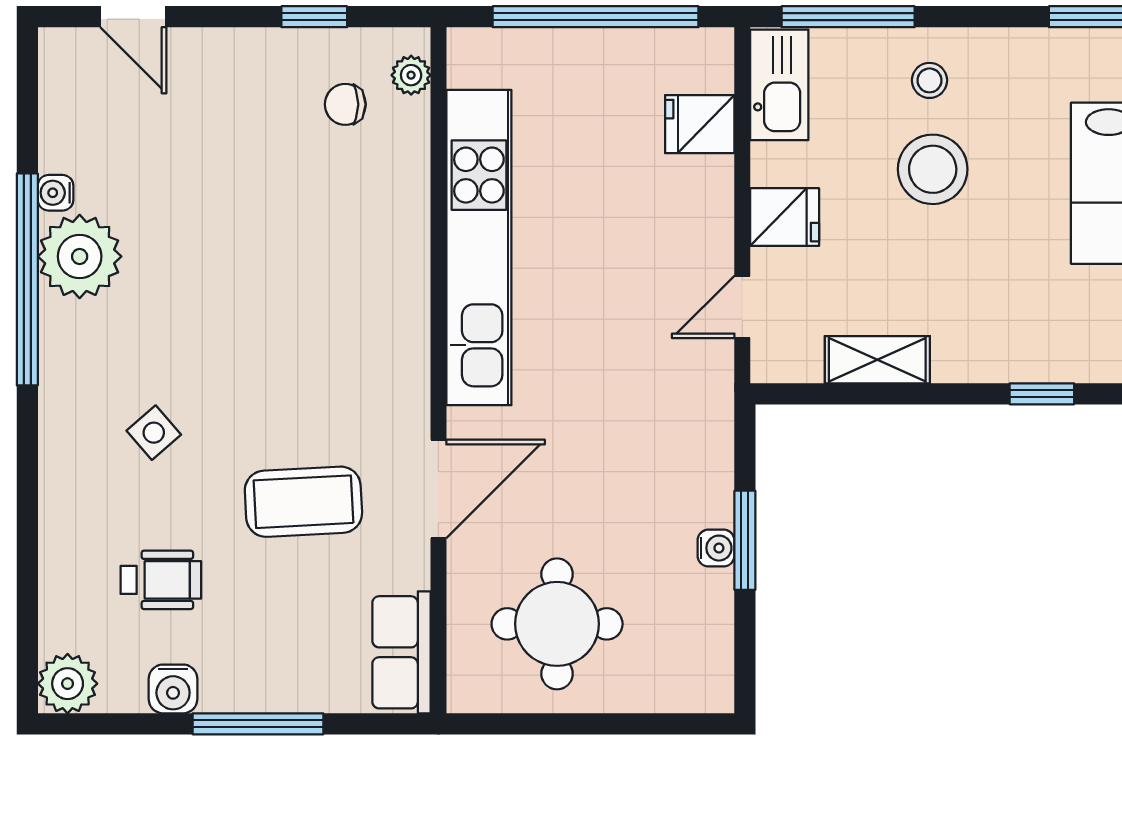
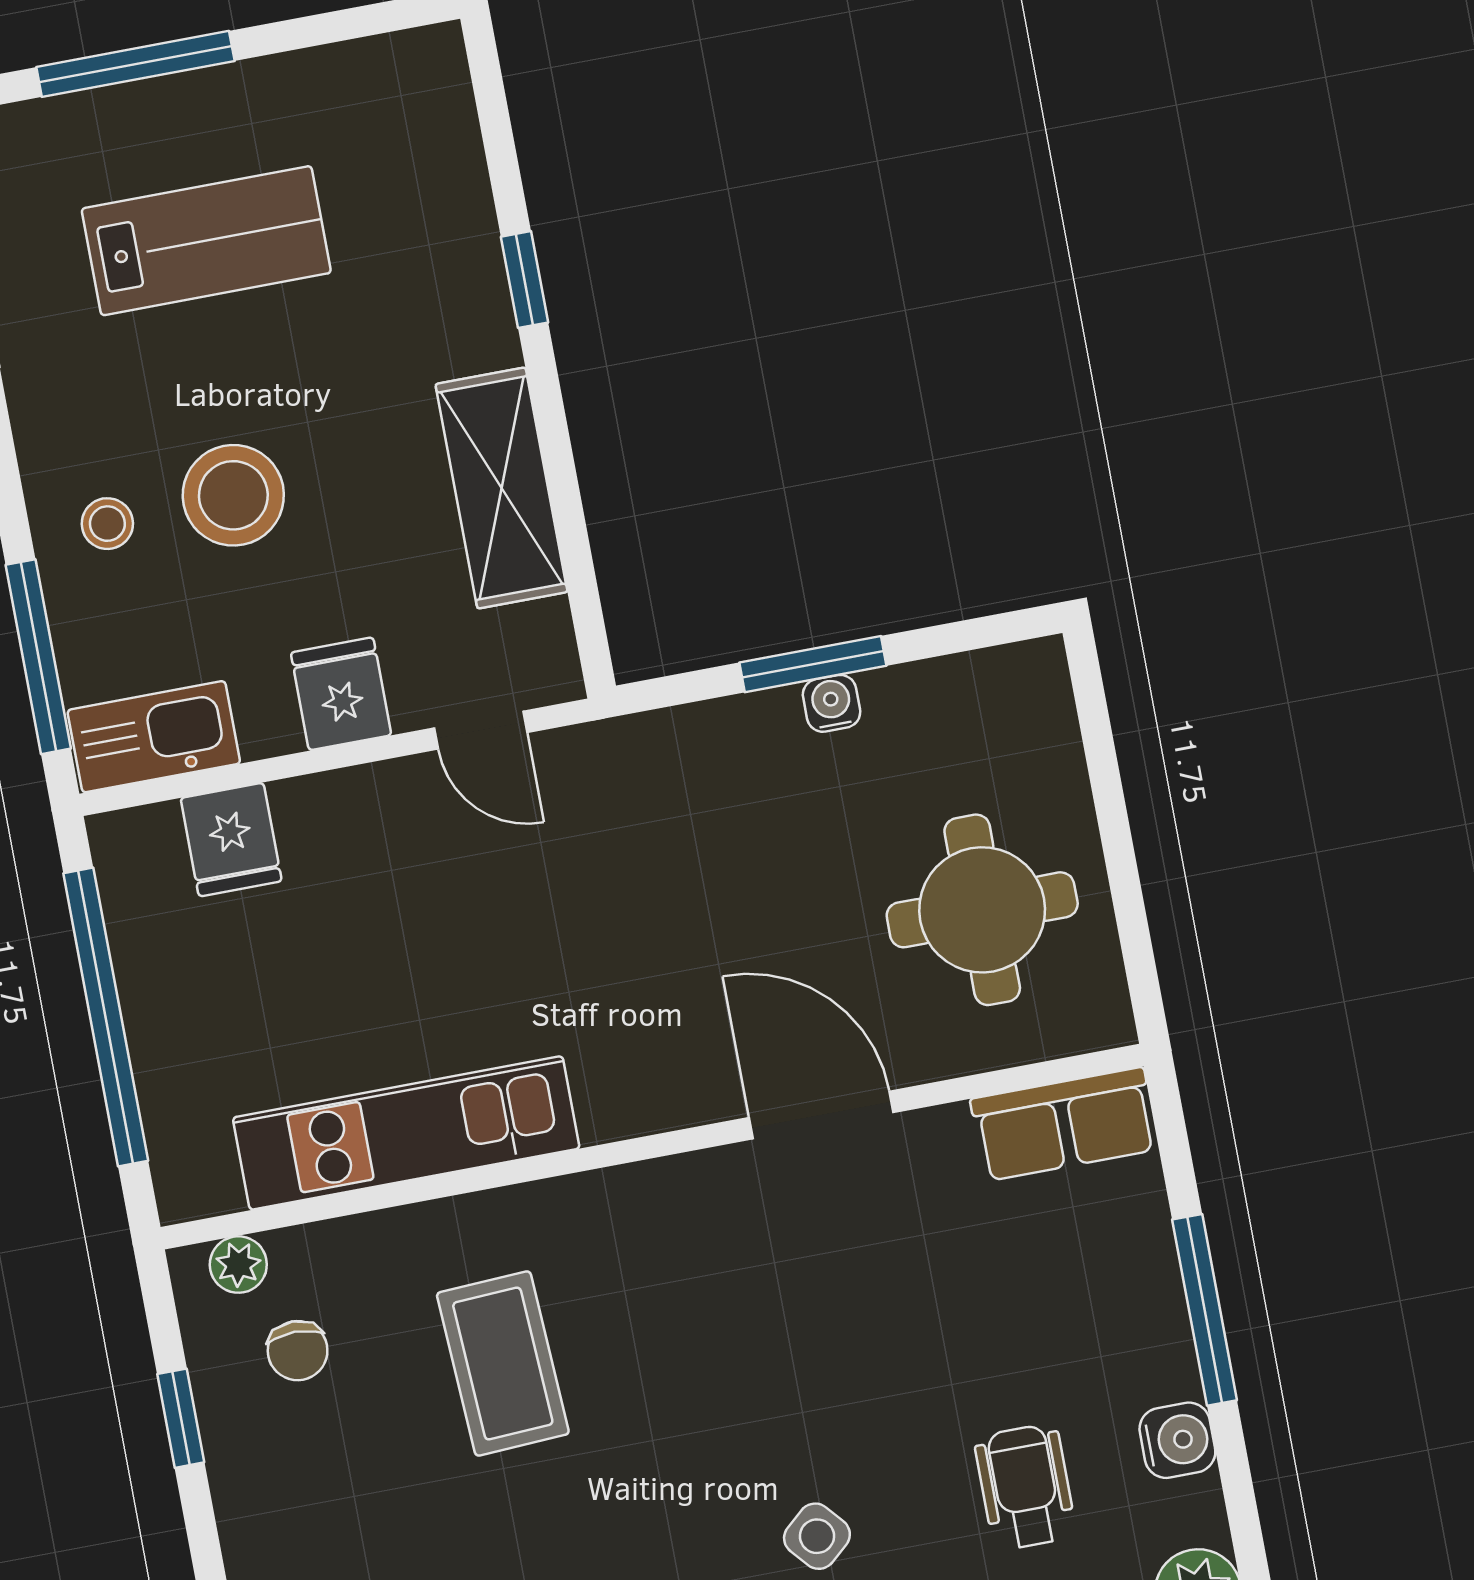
kitchen unit: (479, 248) -> (406, 1133), width x0.73
shelving: (877, 360) -> (501, 488), width x1.50, depth x1.33
coffee table: (303, 502) -> (503, 1363), moved

